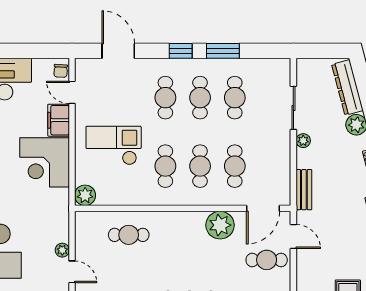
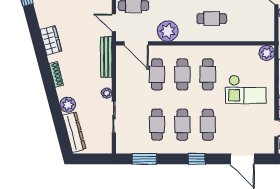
window: (223, 51) -> (144, 159), moved
bench: (304, 190) -> (106, 57), width x1.36
door: (263, 208) -> (136, 43), swing flipped
cafe table: (129, 235) -> (212, 19), moved

